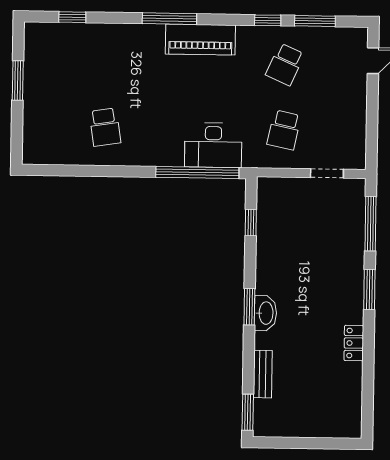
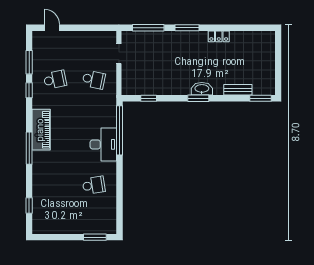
school desk: (285, 64) -> (55, 80), turned -36
window: (18, 81) -> (95, 237), moved
desk: (213, 145) -> (103, 144), moved

